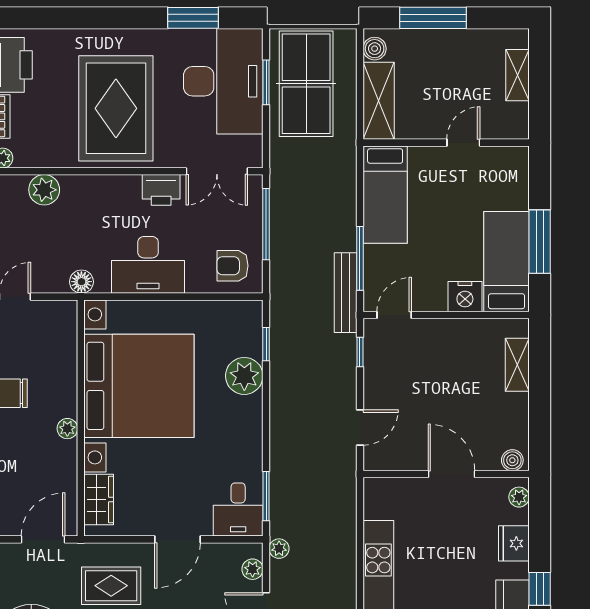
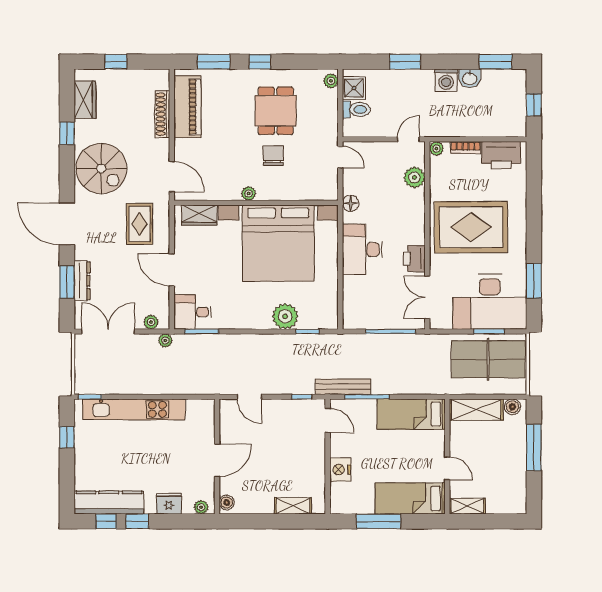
shelving: (518, 75) -> (467, 506), moved
bed: (507, 262) -> (410, 498), moved, turned 180
armchair: (232, 266) -> (362, 308), removed

